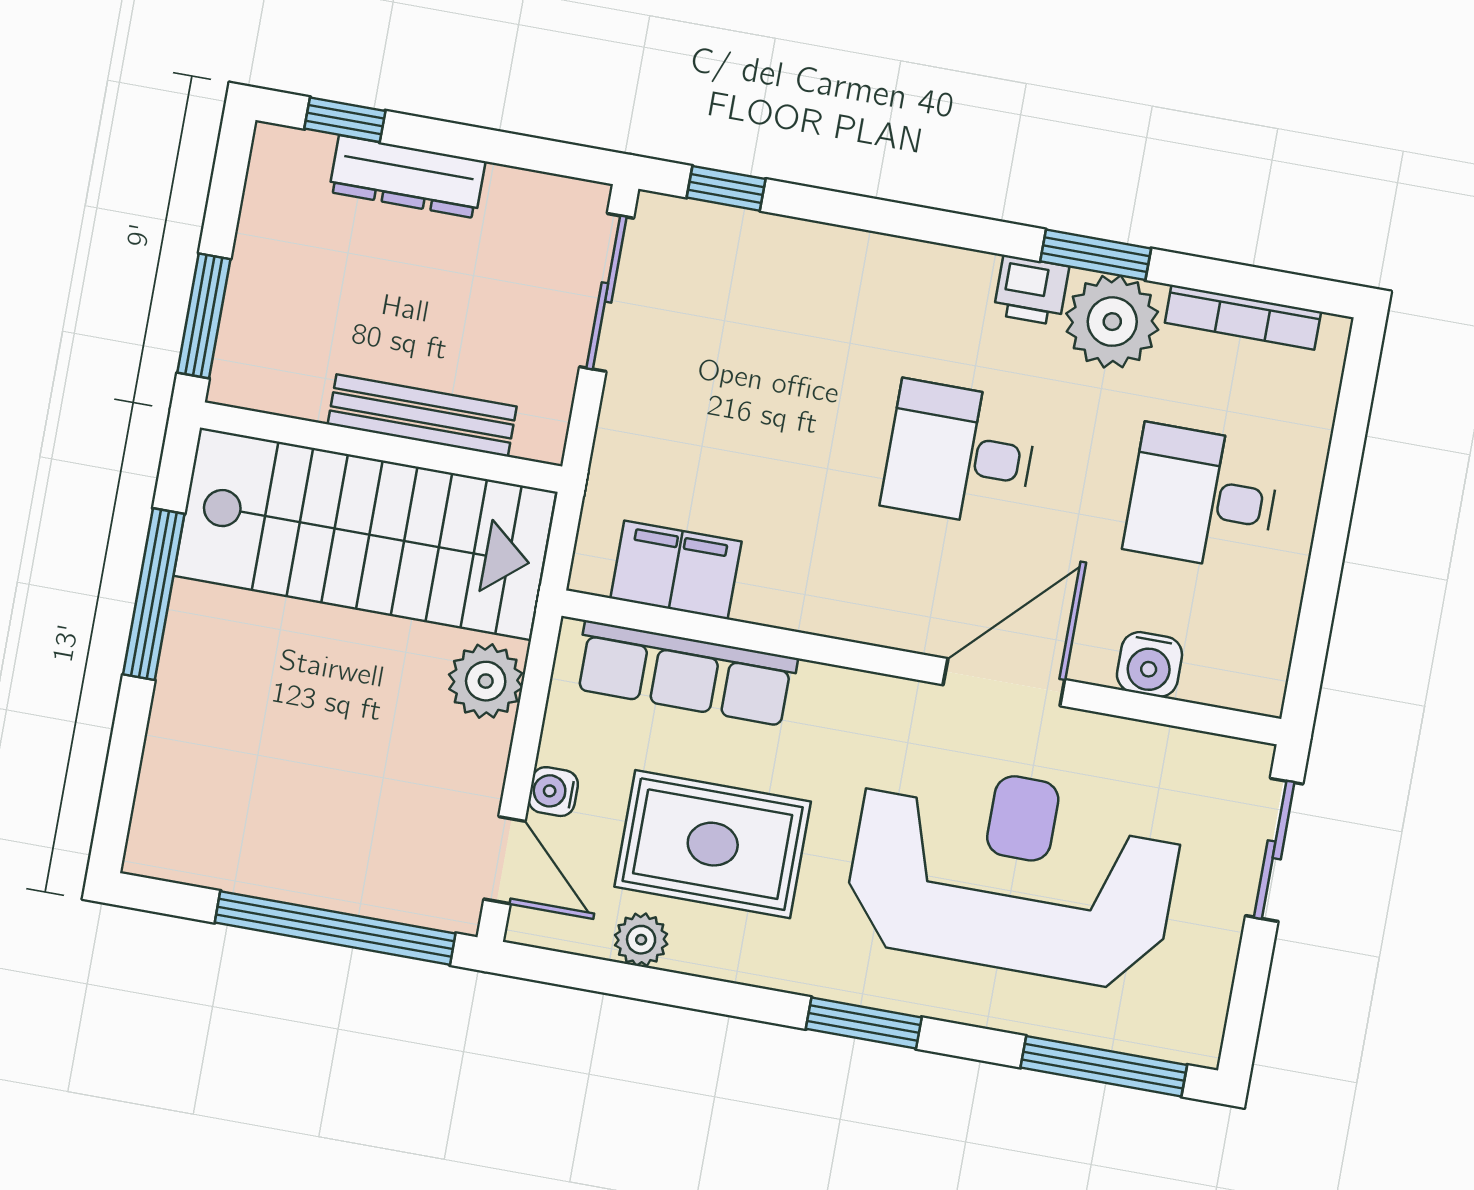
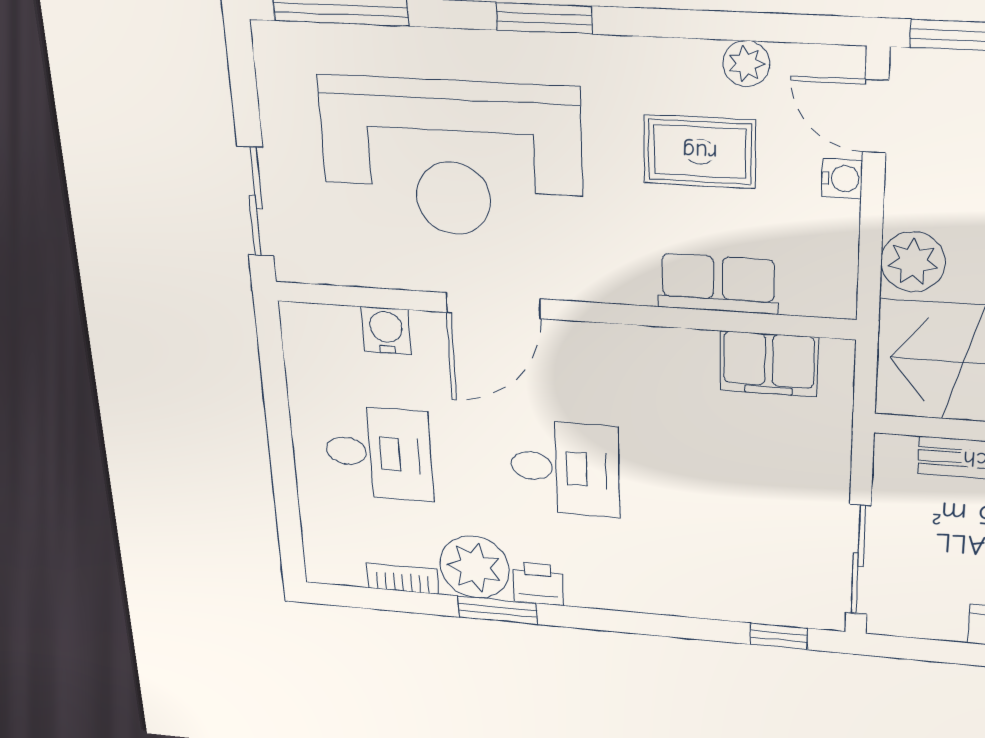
bookcase: (1243, 317) -> (403, 579), width x0.64
row of seats: (686, 673) -> (718, 284), width x0.68
rug: (713, 844) -> (700, 152), width x0.73, depth x0.70

